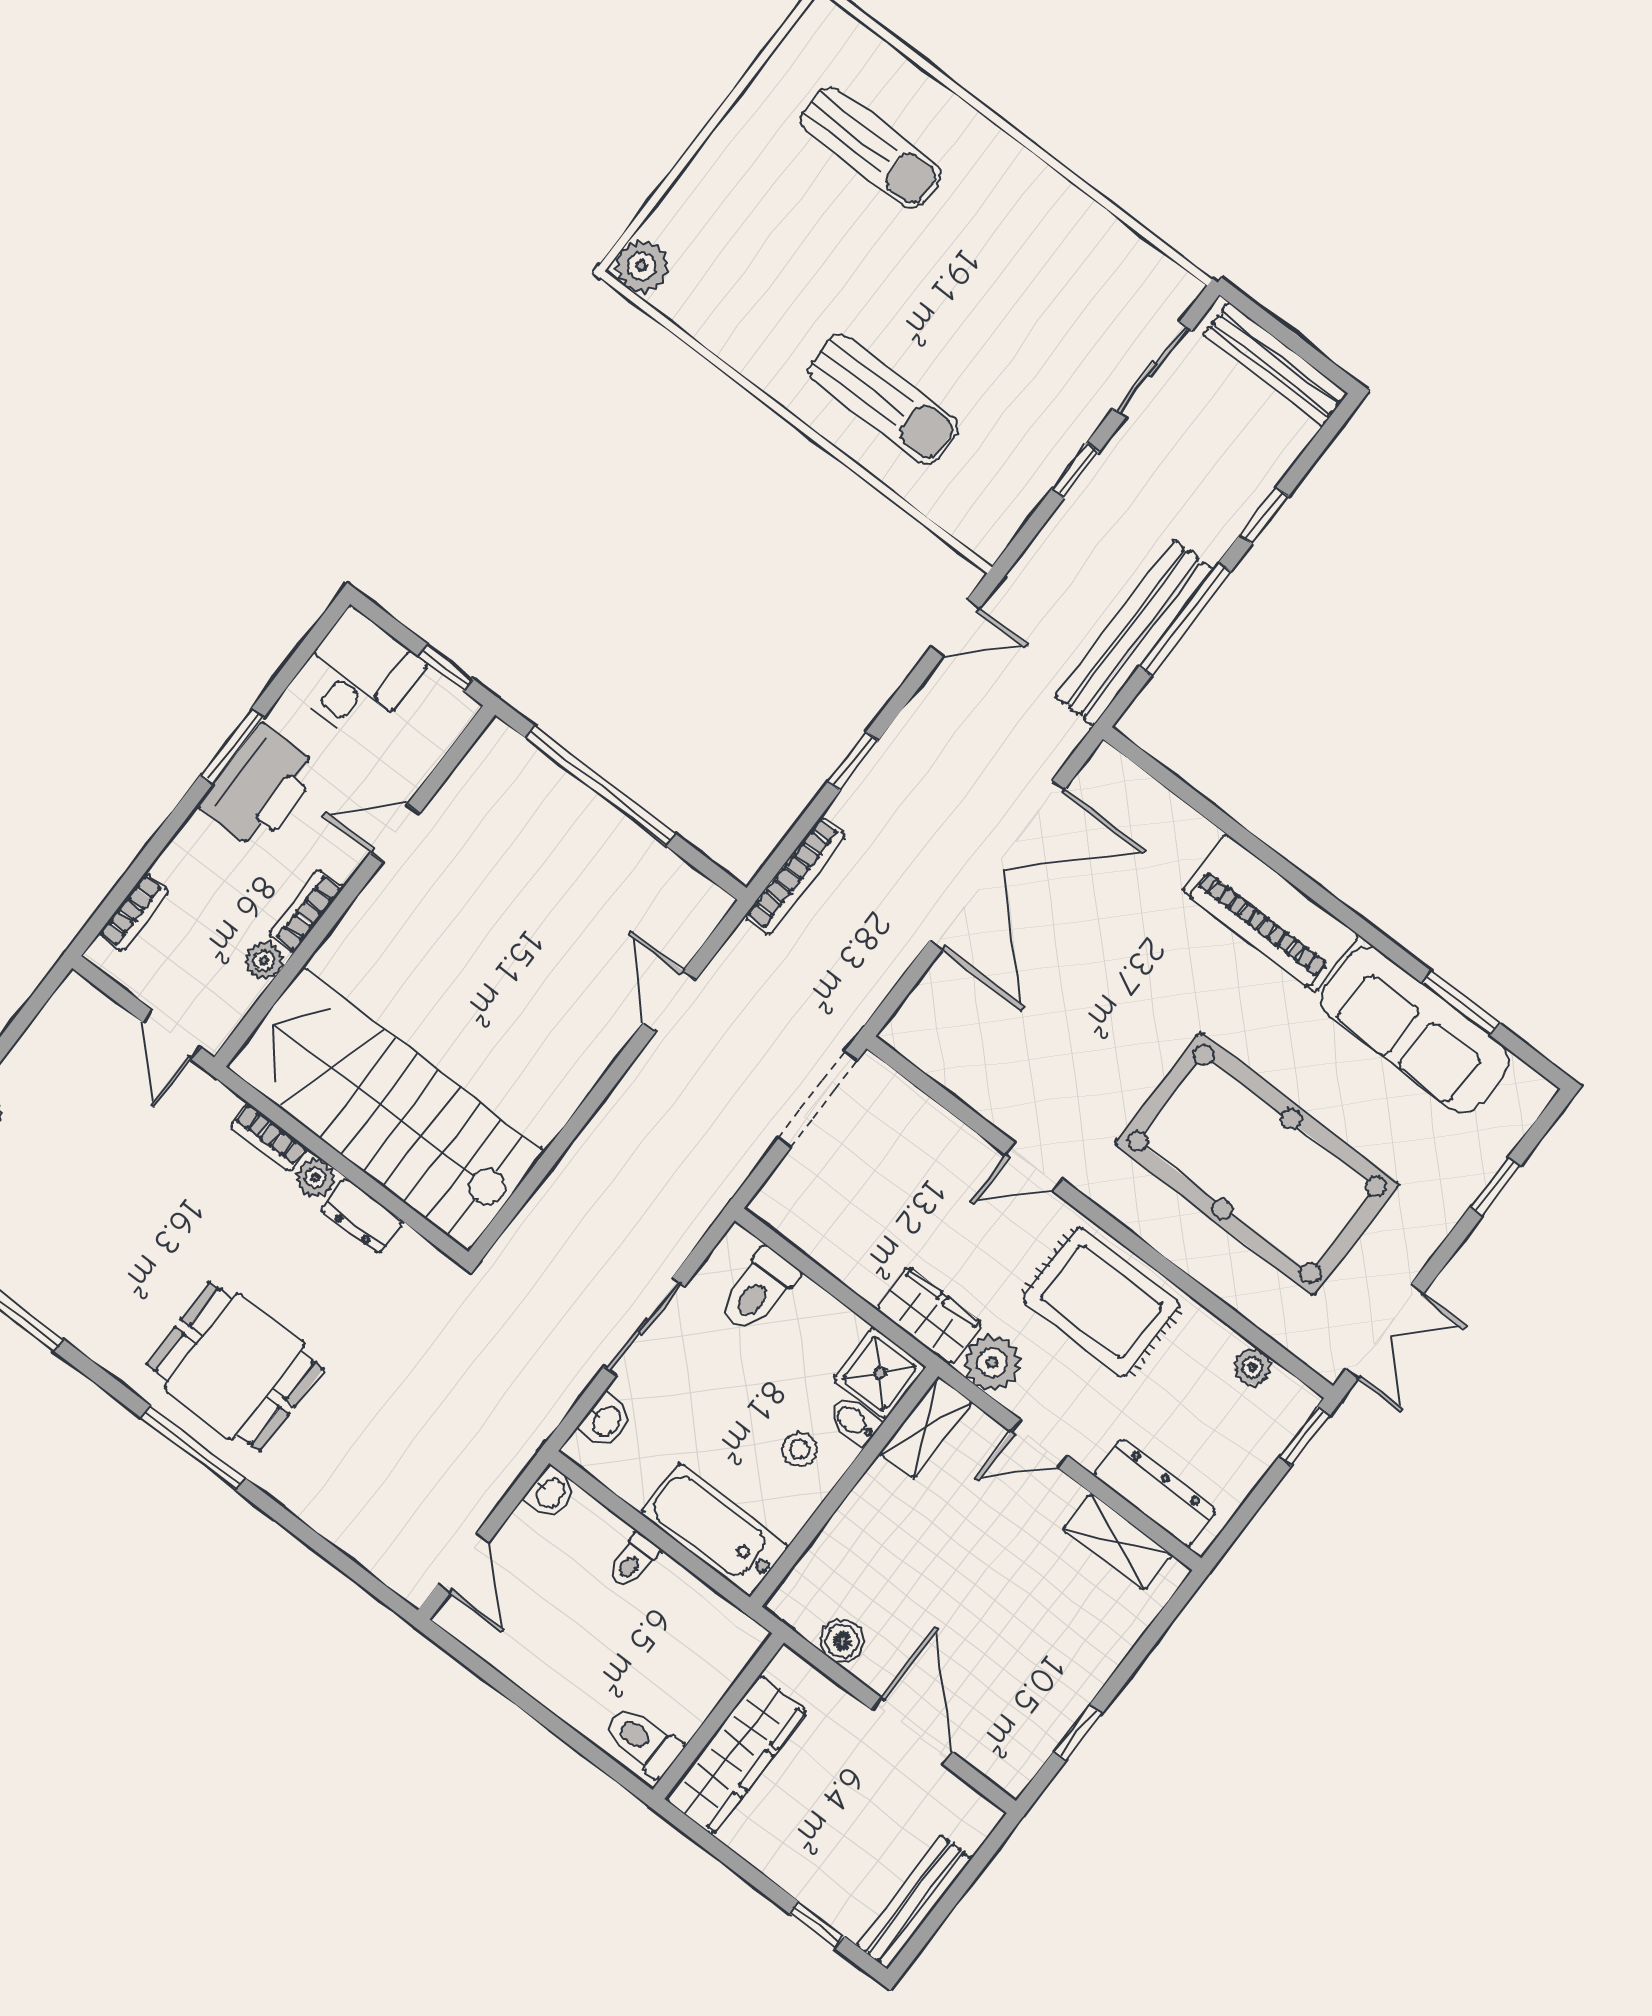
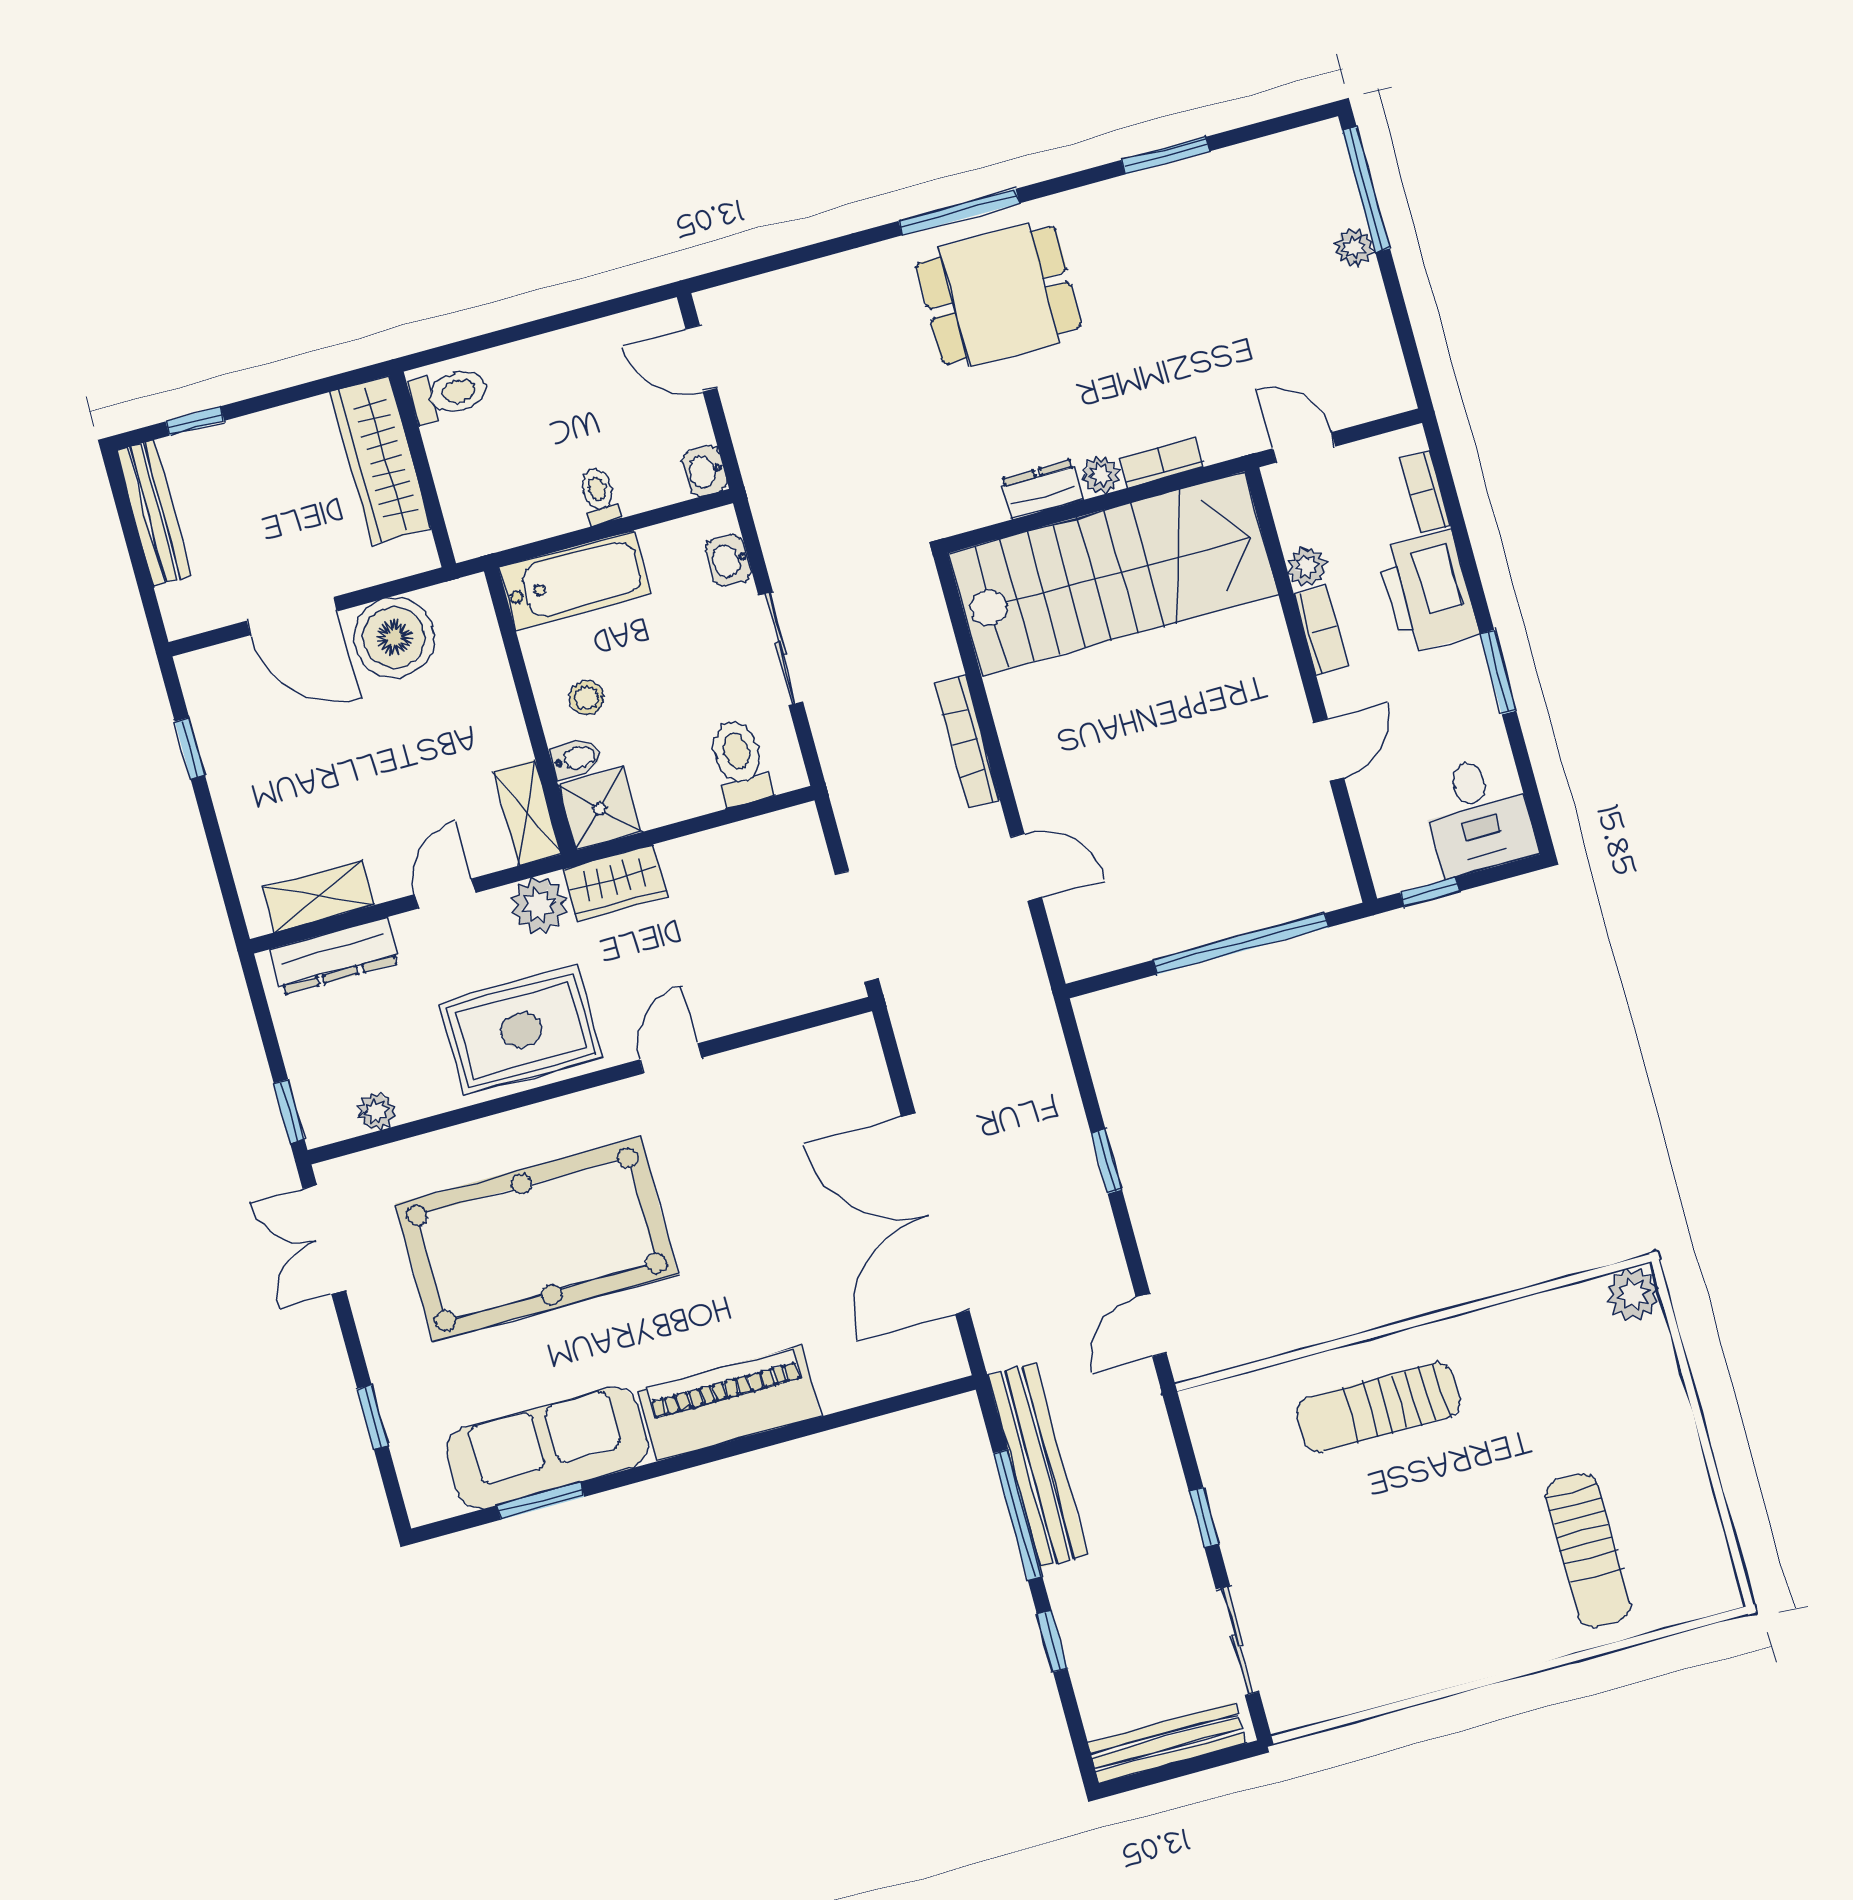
sun lounger: (871, 148) -> (1588, 1550), turned -90
printer: (259, 787) -> (1428, 592), moved
bookcase: (795, 876) -> (967, 742), moved
boiler: (842, 1641) -> (394, 637), width x1.86, depth x1.86

